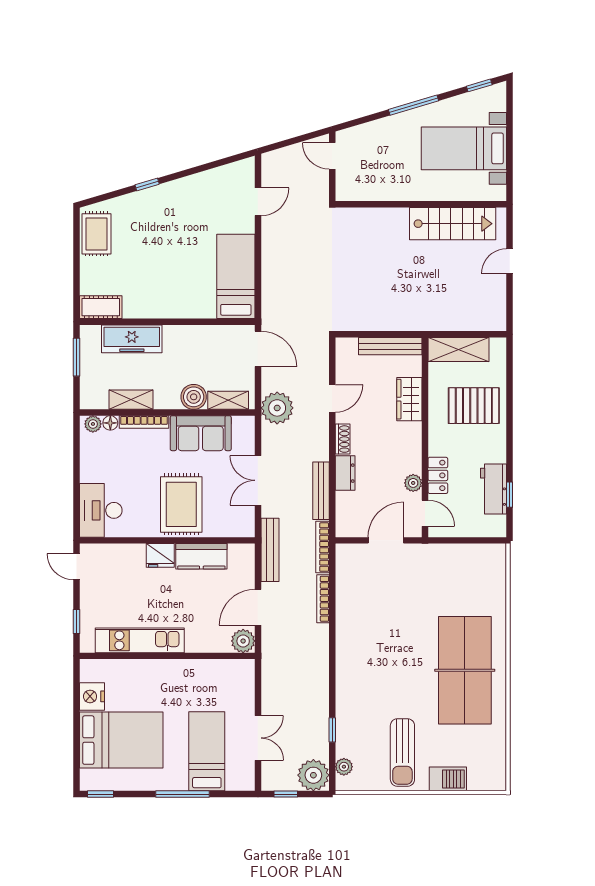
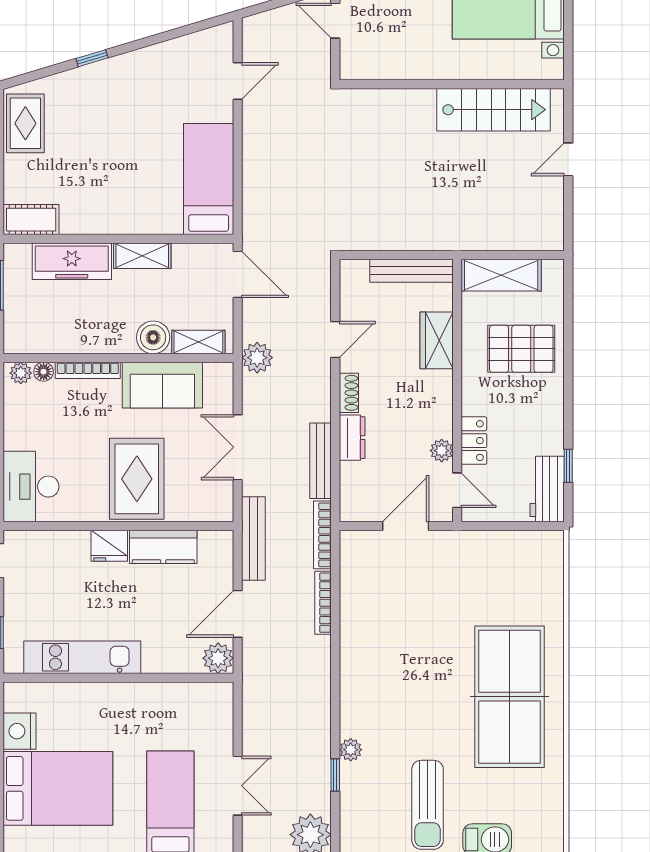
shelving: (131, 400) -> (142, 256), moved
plant: (277, 408) -> (257, 358), width x0.73, depth x0.73
workbench: (494, 489) -> (547, 489), moved
plant: (344, 767) -> (351, 750), moved

